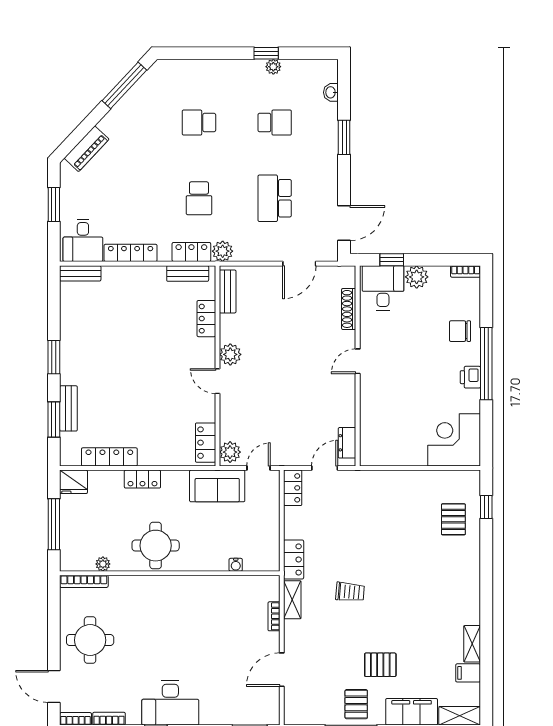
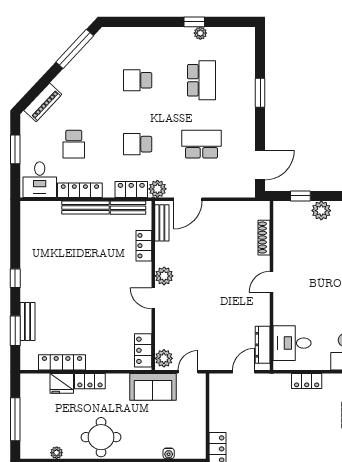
washbasin: (331, 92) -> (249, 55), removed
school desk: (275, 123) -> (201, 80), width x1.85
school desk: (123, 198) -> (74, 144), added
school desk: (199, 198) -> (138, 144), turned 90
school desk: (275, 198) -> (201, 144), turned 90
door: (299, 264) -> (188, 199), moved
bench: (80, 273) -> (86, 208), moved, width x1.36
desk: (383, 288) -> (292, 343), moved, turned -90
window: (54, 357) -> (15, 278), width x0.67
dresser: (347, 443) -> (263, 345), width x1.44
fridge: (74, 482) -> (62, 383), moved
locker: (293, 488) -> (307, 381), moved, turned 90

